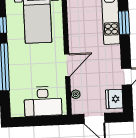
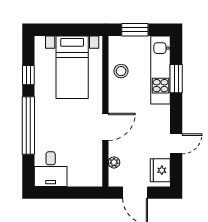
stool: (78, 18) -> (121, 71), added
desk: (43, 101) -> (51, 169), moved, width x0.73

